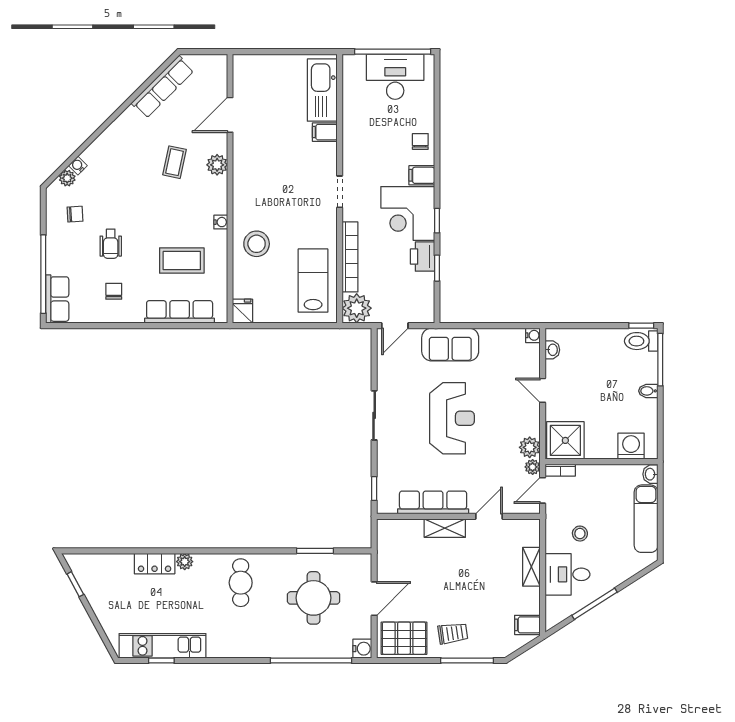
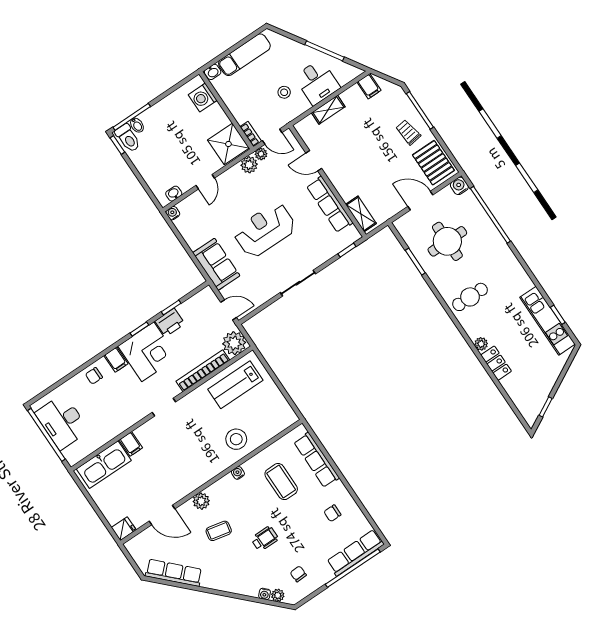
wheelchair: (111, 244) -> (265, 539), moved
row of seats: (57, 299) -> (355, 553), width x1.48
fridge: (242, 311) -> (124, 529), moved, turned 180
bidet: (648, 391) -> (137, 125), moved
shelving: (445, 528) -> (361, 214), moved

